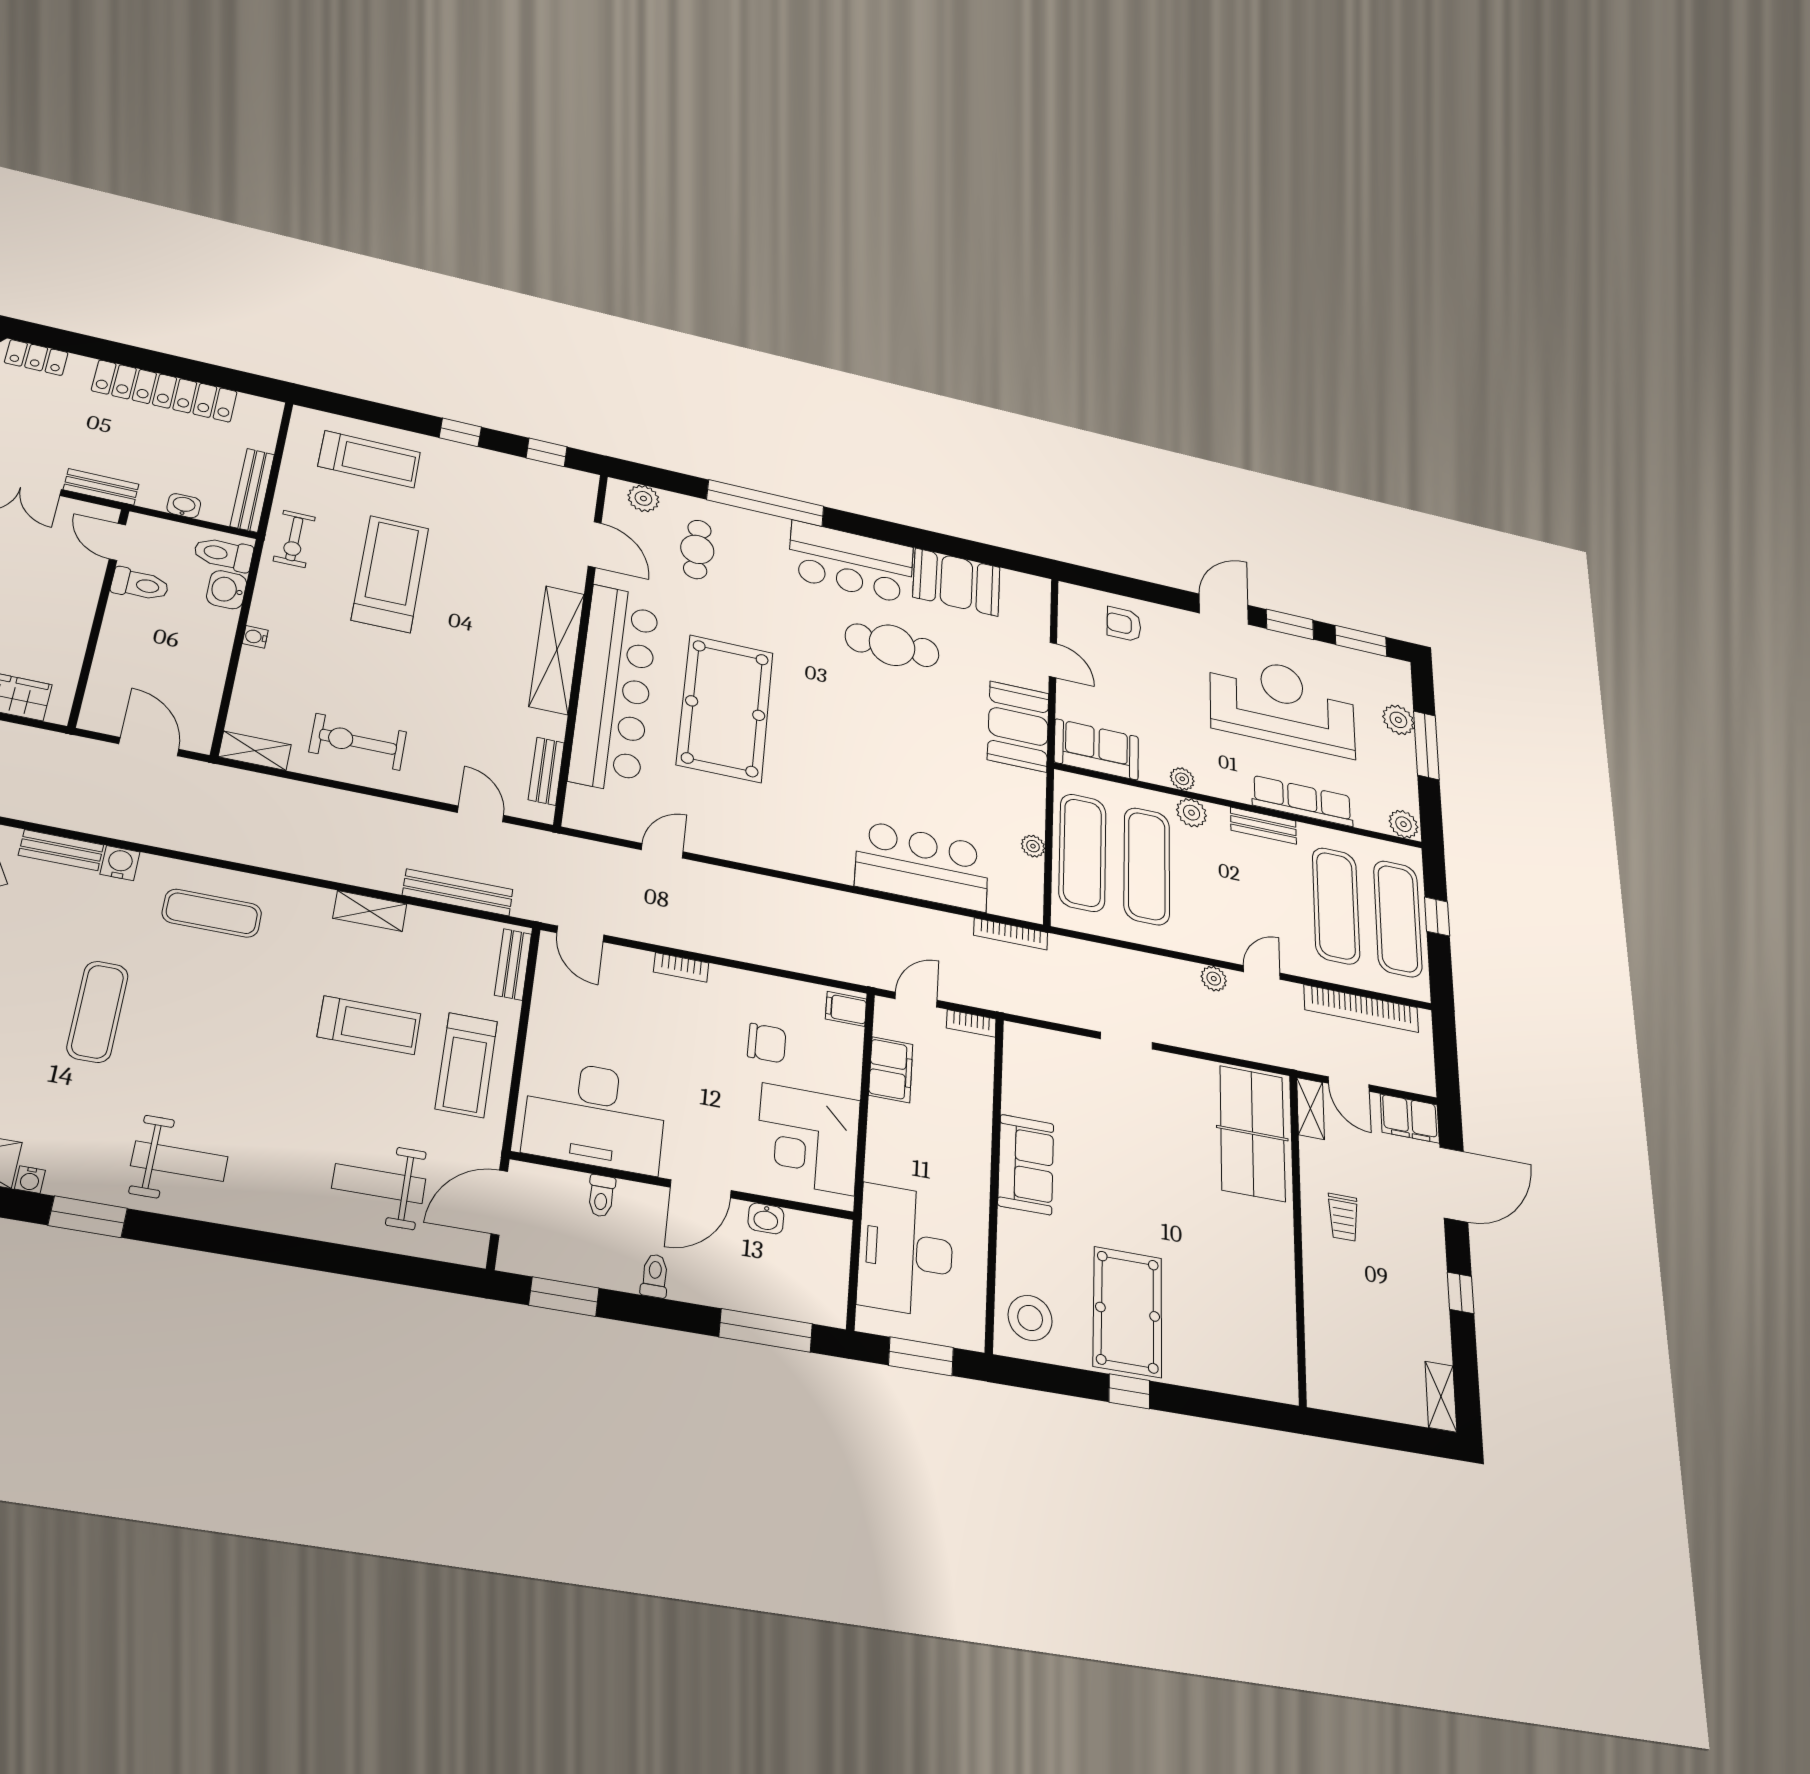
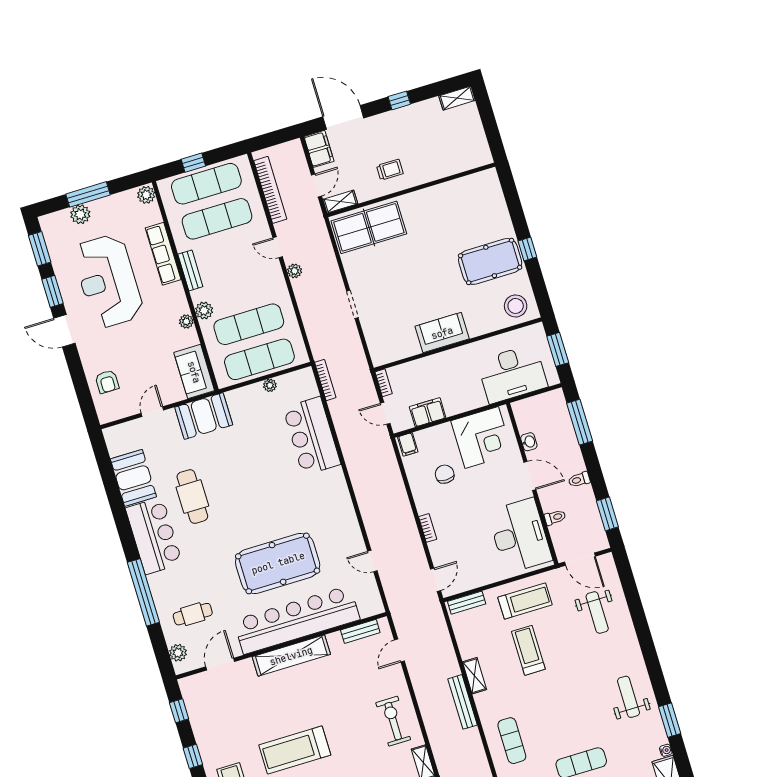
exercise bike: (358, 742) -> (393, 721), turned 180
bench: (458, 892) -> (462, 702), moved

